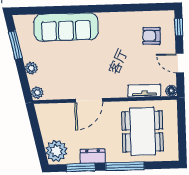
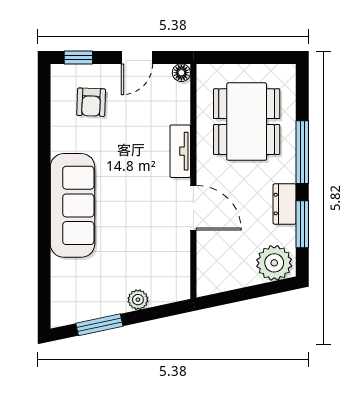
sofa: (66, 27) -> (73, 205), moved
tv unit: (144, 91) -> (180, 151), moved
plant: (37, 93) -> (178, 291), removed
dining table: (142, 131) -> (247, 122), turned 90

